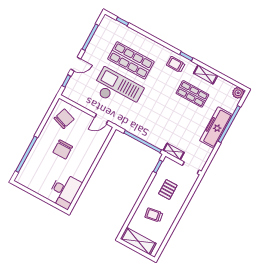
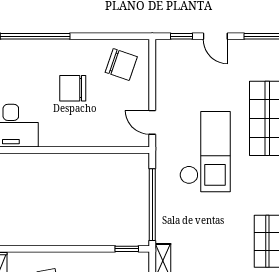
checkout: (118, 89) -> (205, 152), moved

